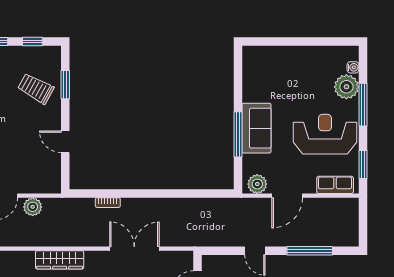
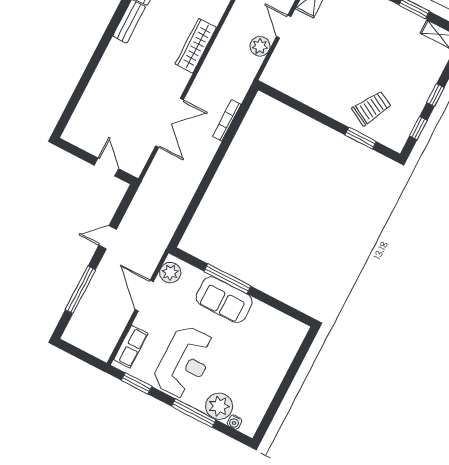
door: (65, 142) -> (306, 110), removed
bookcase: (108, 203) -> (227, 120), width x1.56

